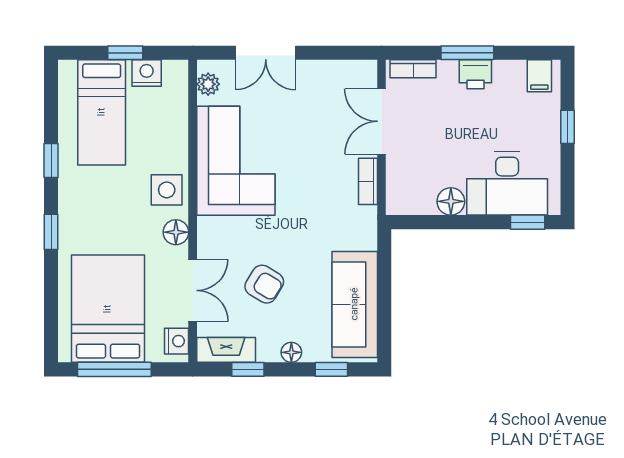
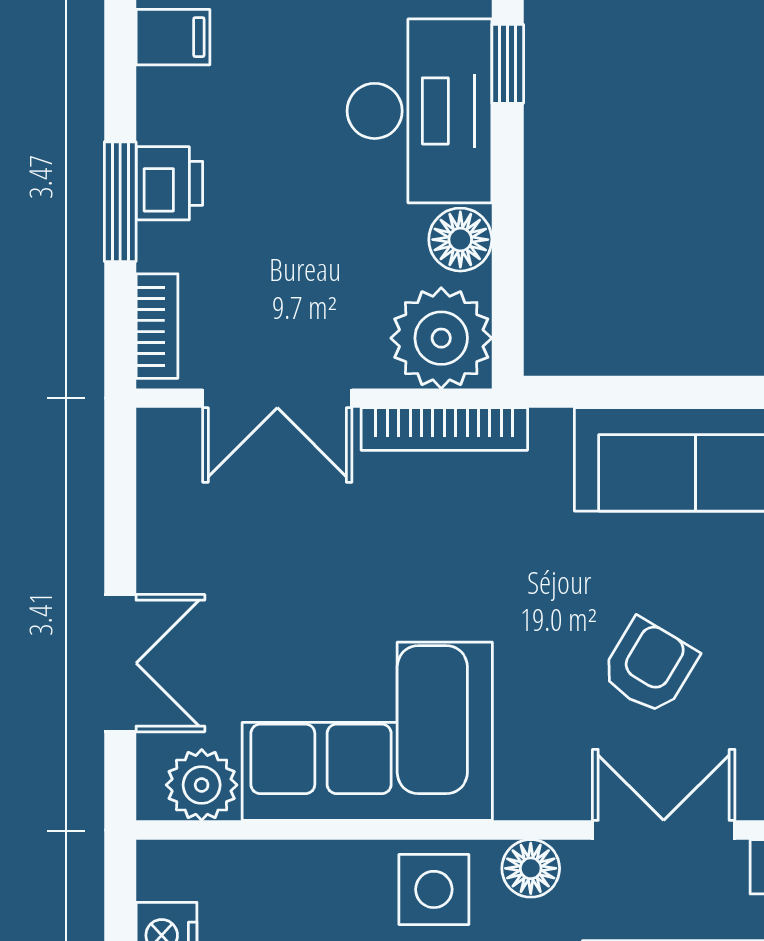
plant: (208, 84) -> (202, 785), width x1.38, depth x1.38
bookcase: (368, 181) -> (444, 429), width x1.56
plant: (408, 193) -> (441, 338), added

